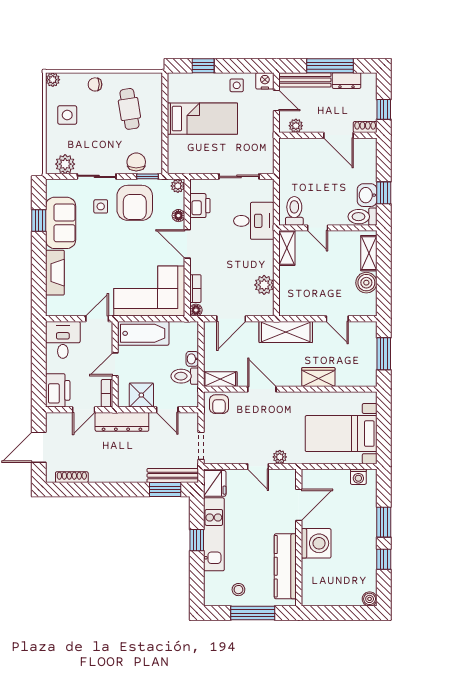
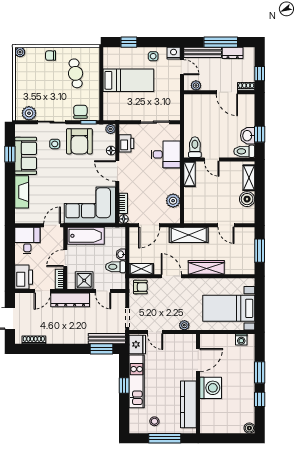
side table: (67, 115) -> (30, 78), removed
wardrobe: (318, 377) -> (206, 267), width x1.50
armchair: (219, 404) -> (140, 287), turned -90
door: (258, 466) -> (155, 332), moved

